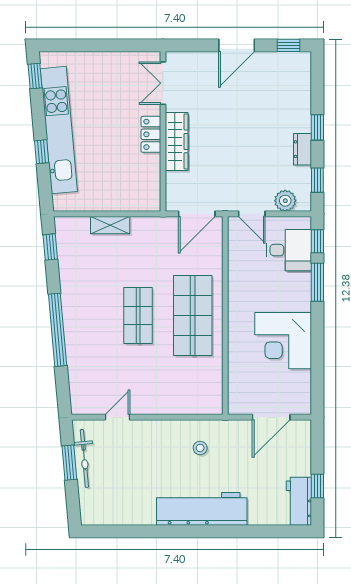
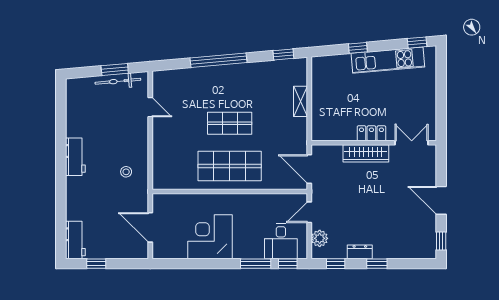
kitchen unit: (59, 130) -> (388, 60), width x0.73
workbench: (299, 501) -> (75, 240), moved, turned 90
workbench: (202, 509) -> (75, 157), width x0.53, depth x0.76

